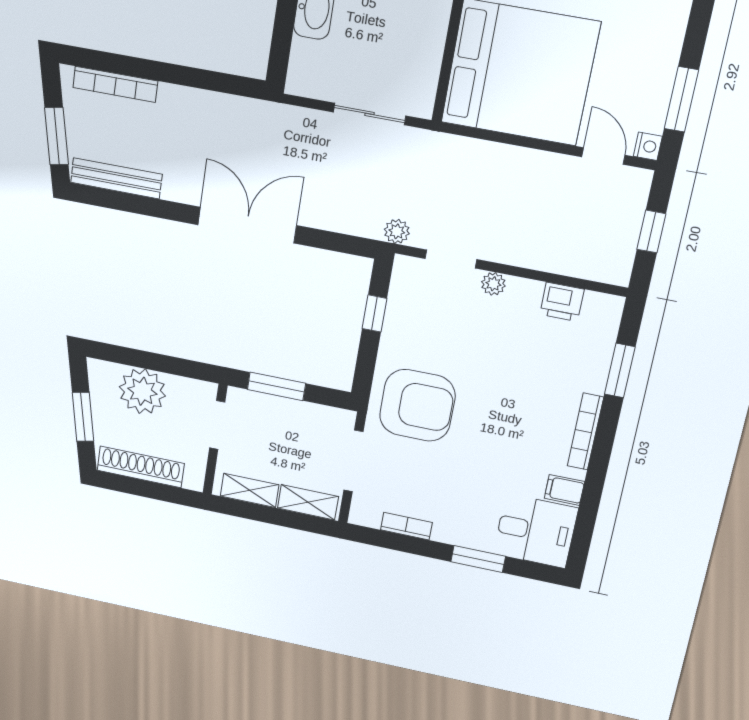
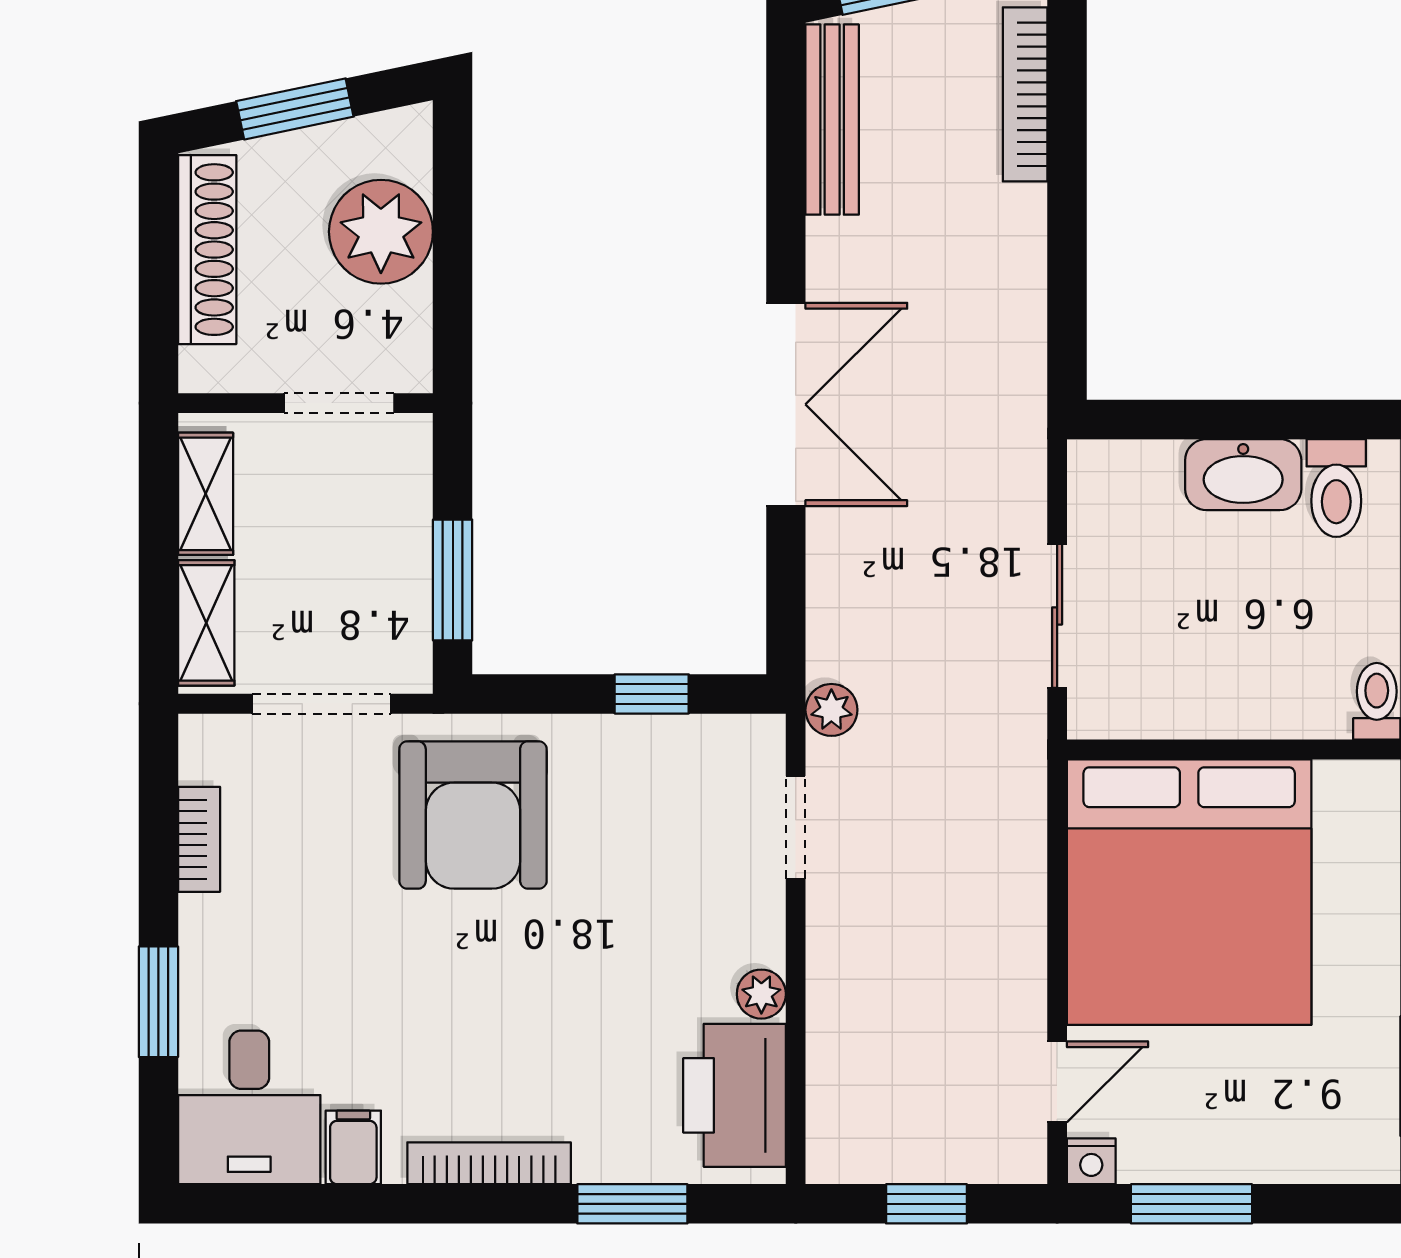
plant: (493, 284) -> (761, 994), moved
printer: (562, 302) -> (735, 1095), width x1.87, depth x1.48
window: (276, 386) -> (453, 580), moved

